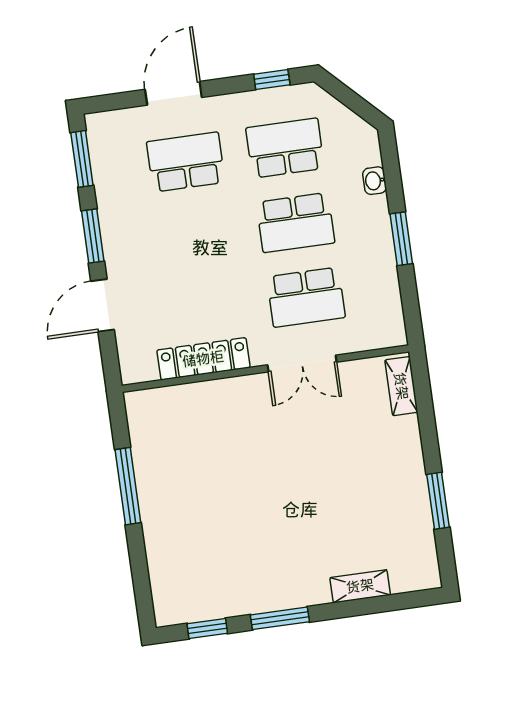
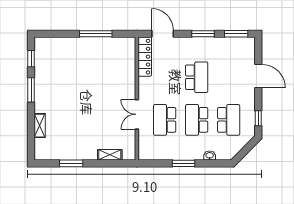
school desk: (186, 162) -> (197, 77), moved
door: (103, 305) -> (163, 34), moved
locker: (203, 359) -> (145, 57), moved
shelving: (401, 386) -> (110, 155), moved

